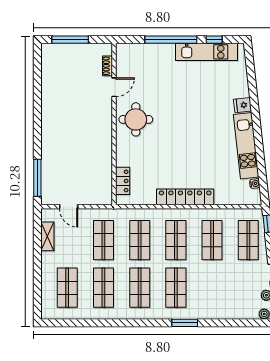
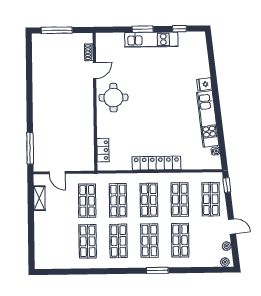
window: (171, 40) -> (143, 29), width x0.47
kitchen unit: (207, 52) -> (151, 40), moved
shop shelf: (67, 288) -> (180, 240), moved

